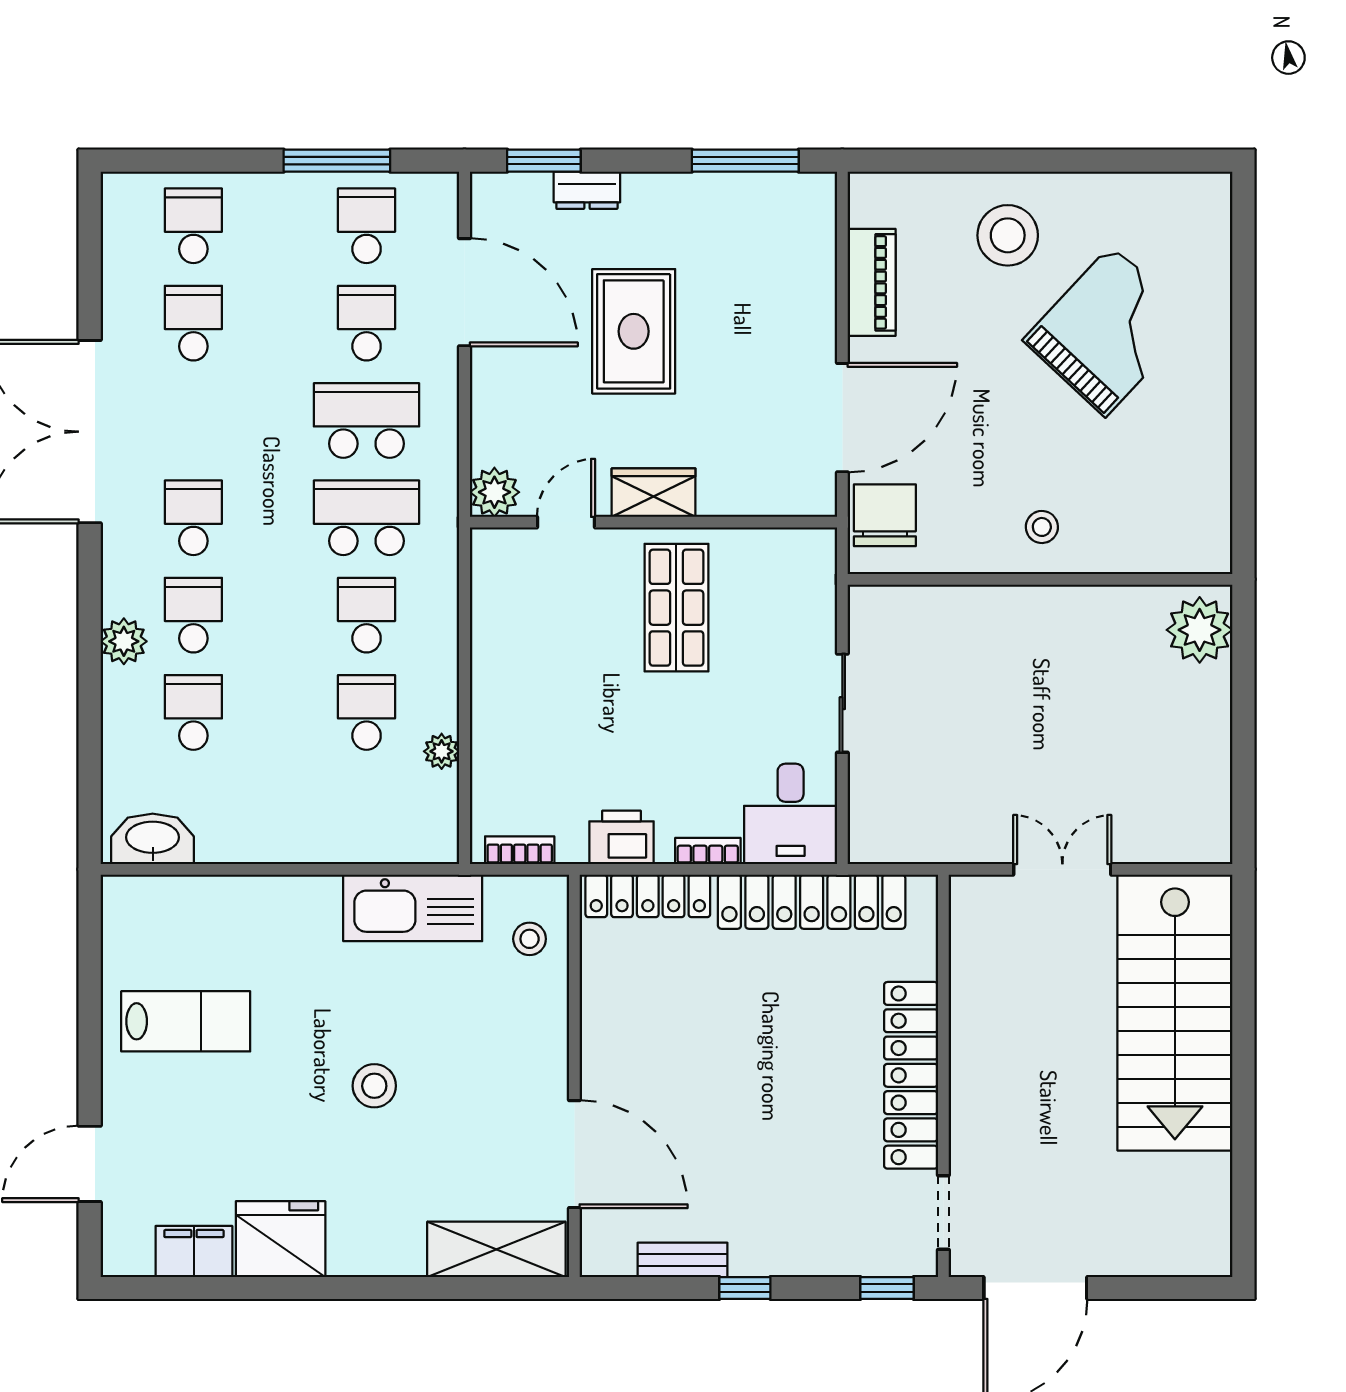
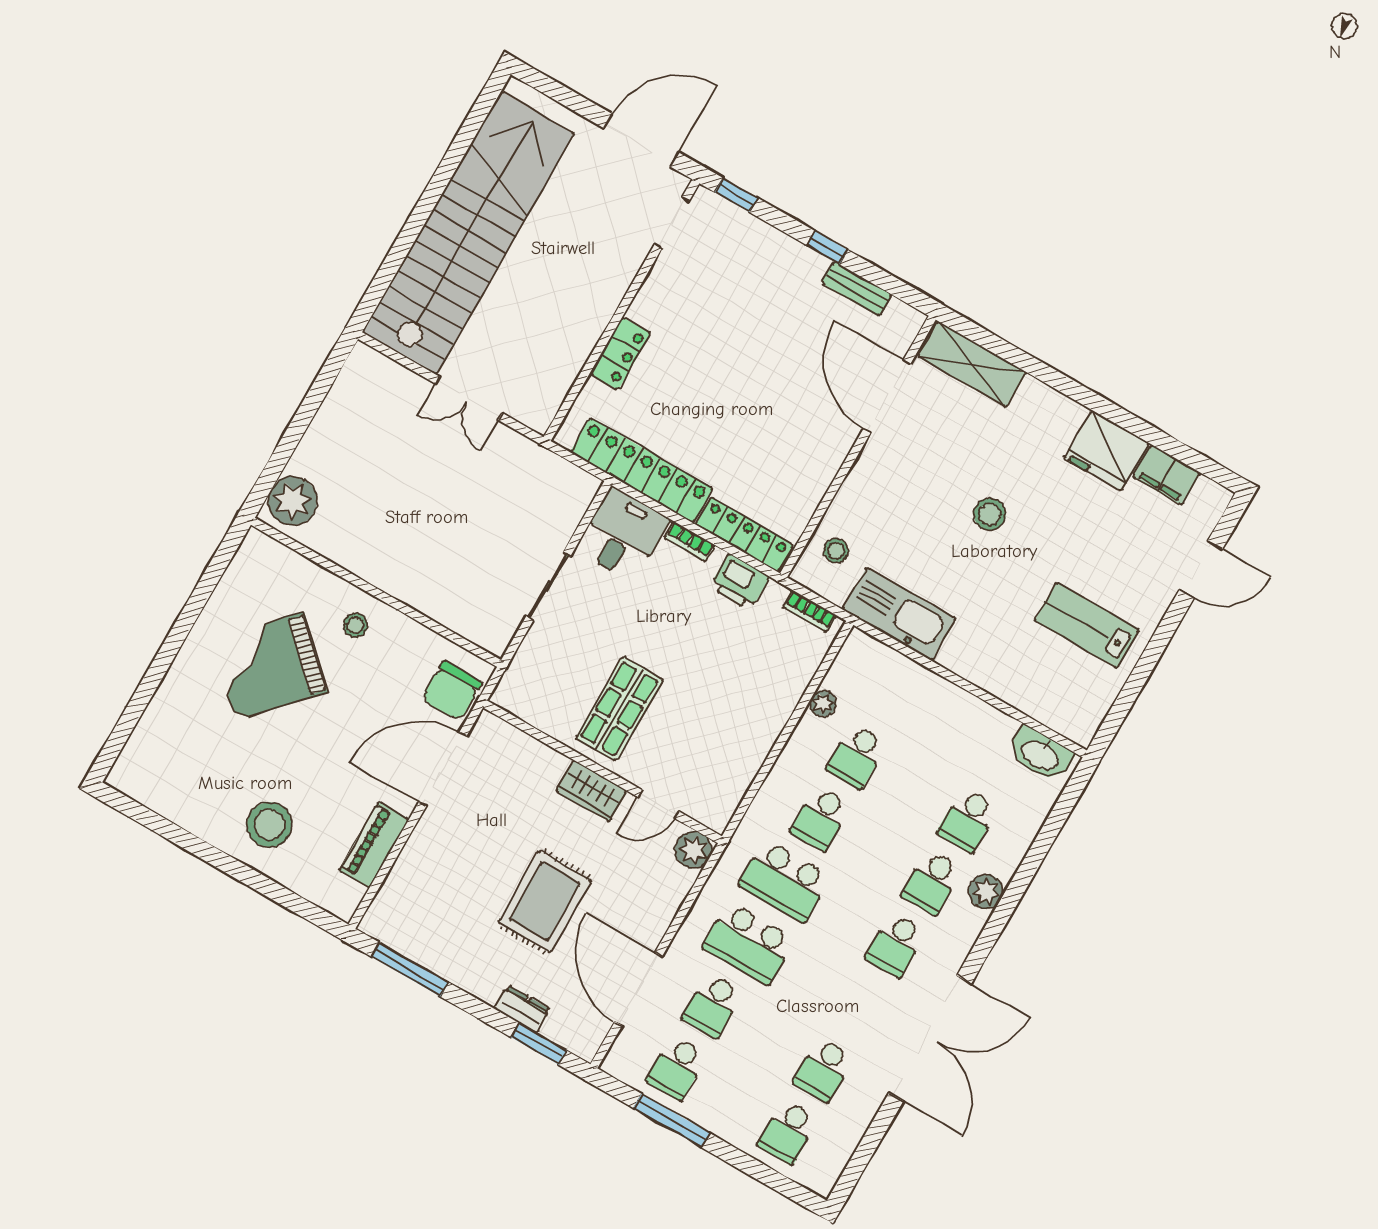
grand piano: (1109, 331) -> (269, 666), moved
stairs: (1175, 1013) -> (468, 233), width x1.36
locker: (911, 1075) -> (620, 353), width x0.46, depth x0.83

